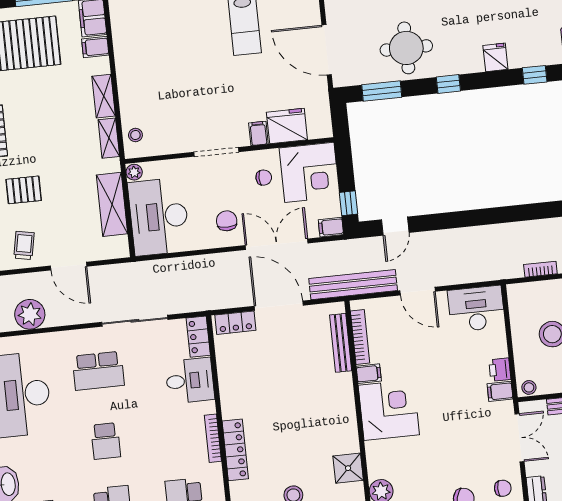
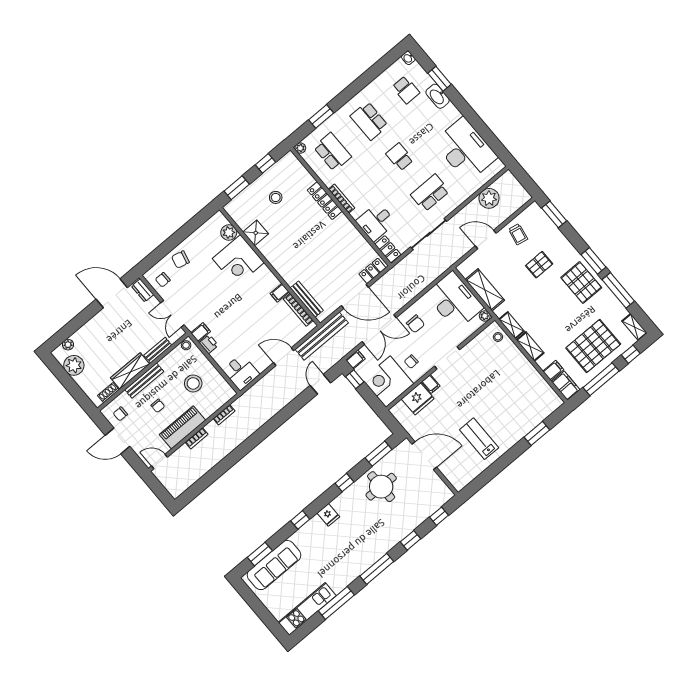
desk: (476, 309) -> (241, 372), width x0.73
corner desk: (389, 410) -> (238, 260), moved

